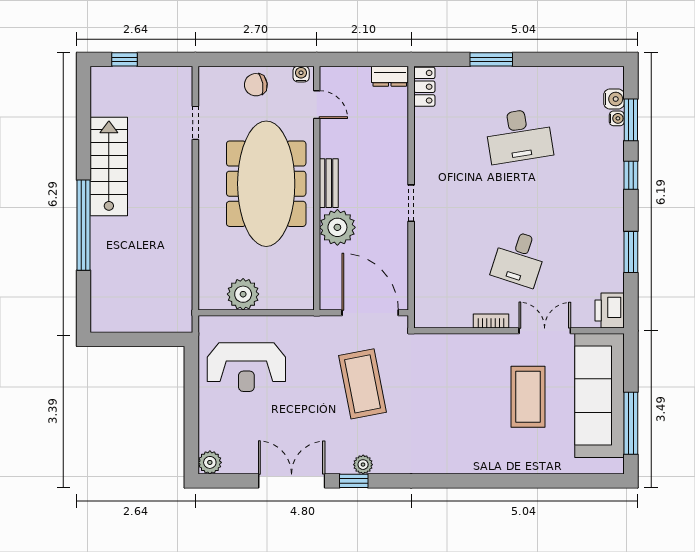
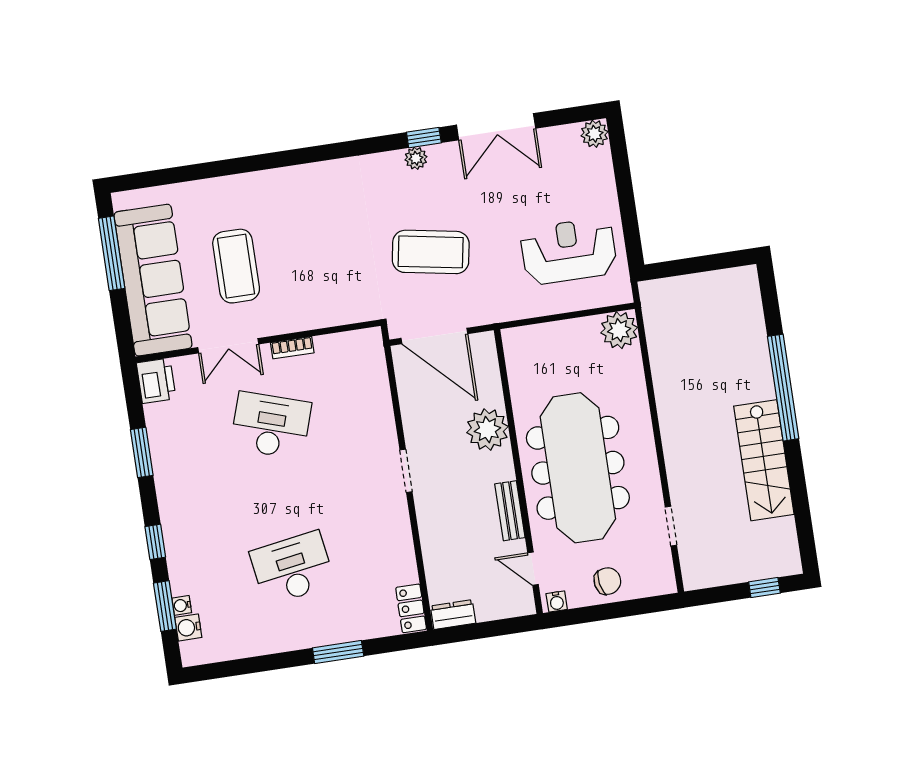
bench: (329, 183) -> (510, 511), moved
desk: (519, 258) -> (271, 425), width x1.37
plant: (243, 294) -> (619, 330), moved
coffee table: (363, 384) -> (431, 252), turned -69

